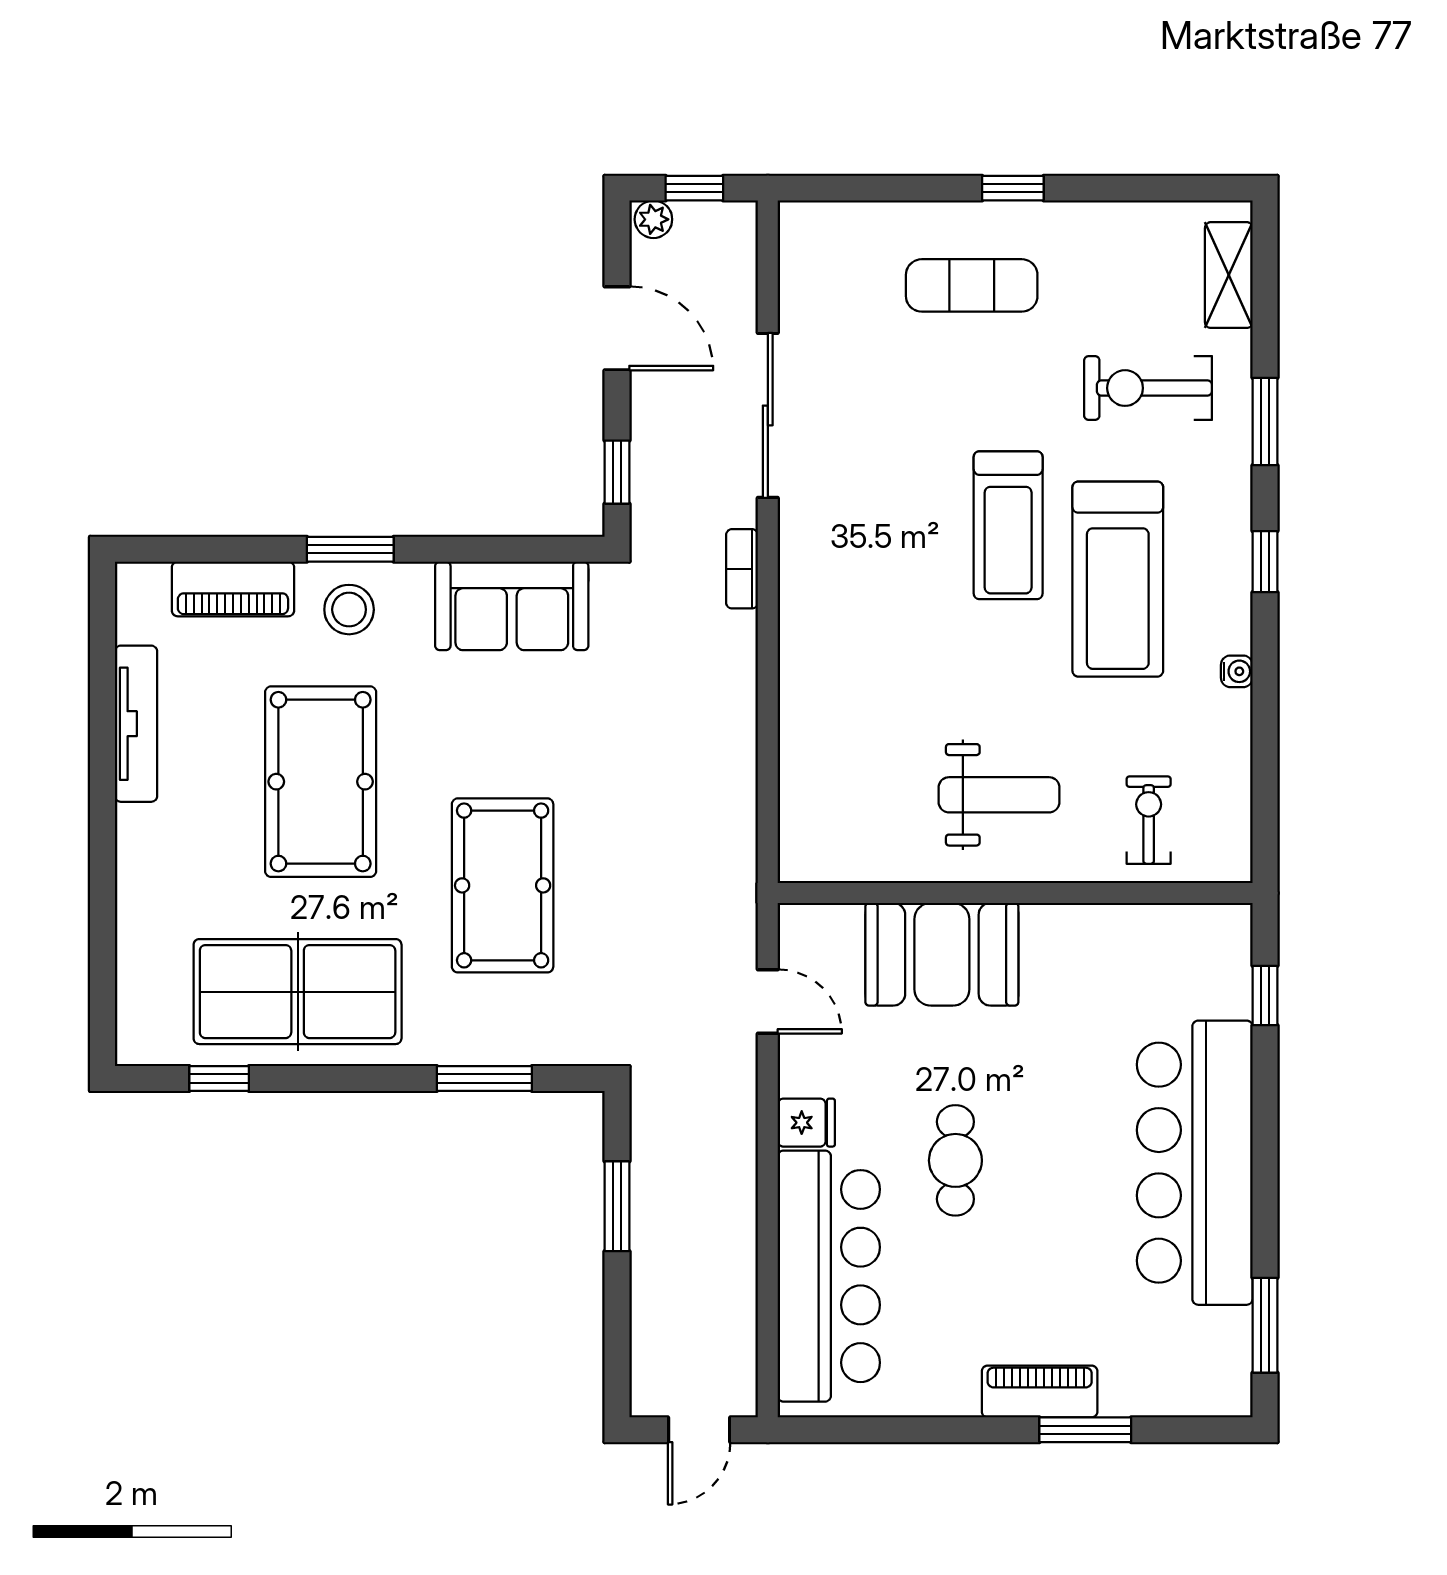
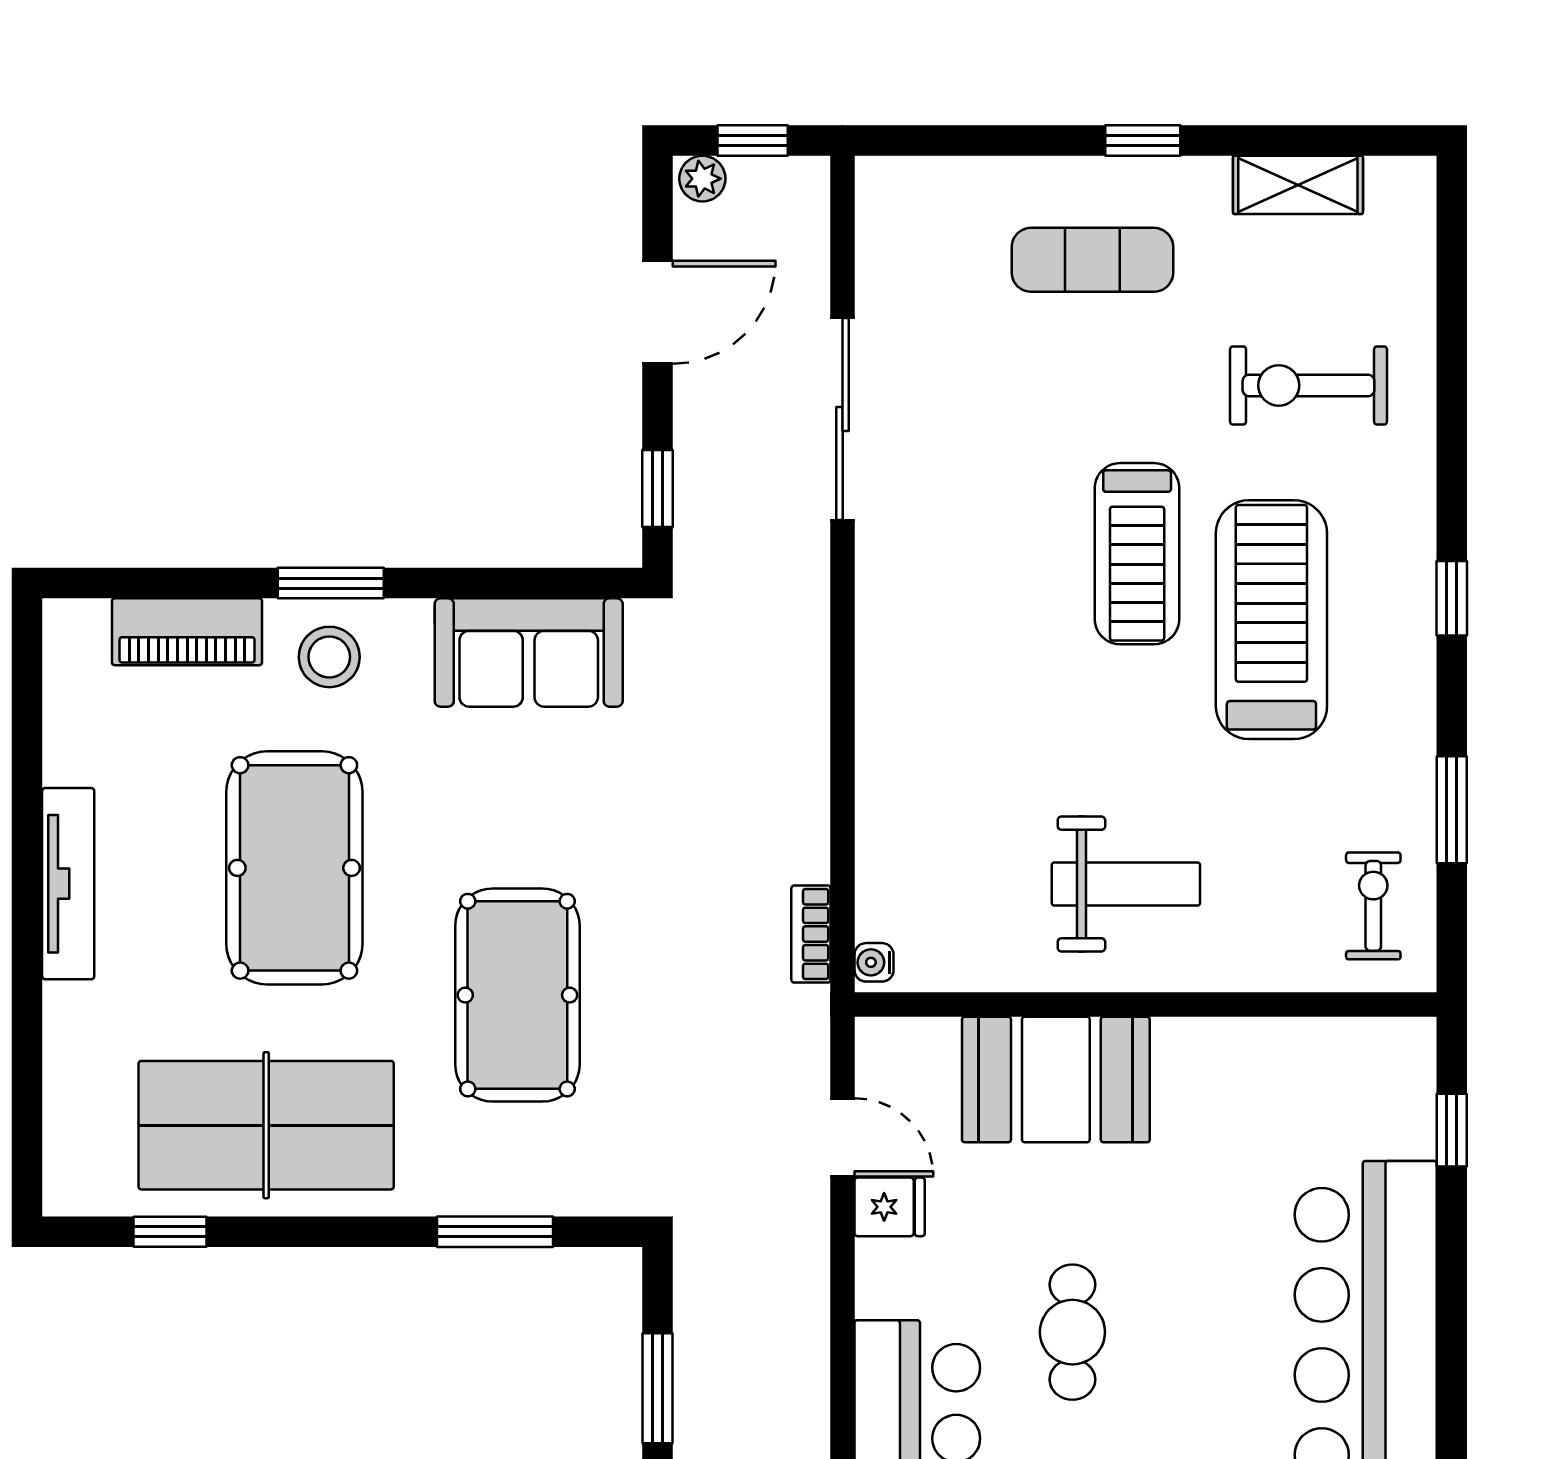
shelving: (1229, 275) -> (1298, 185), moved, turned 90
door: (617, 328) -> (658, 312), hinge flipped
window: (1265, 422) -> (1452, 810), moved
bookcase: (742, 569) -> (811, 934), moved
treadmill: (1118, 579) -> (1271, 620), turned 180
water cooler: (1237, 671) -> (874, 962), moved, turned 180
tv unit: (136, 724) -> (68, 884), moved
exercise bike: (1149, 820) -> (1373, 906), moved
fridge: (806, 1123) -> (890, 1207), moved

